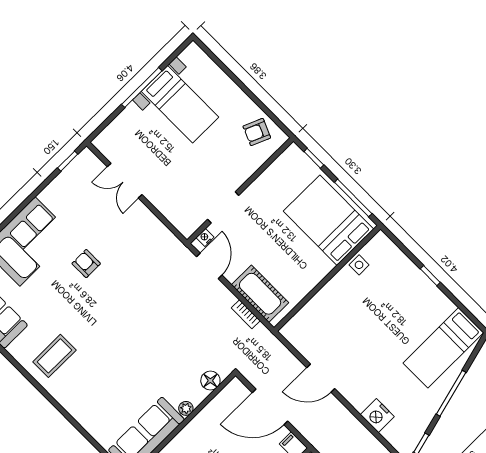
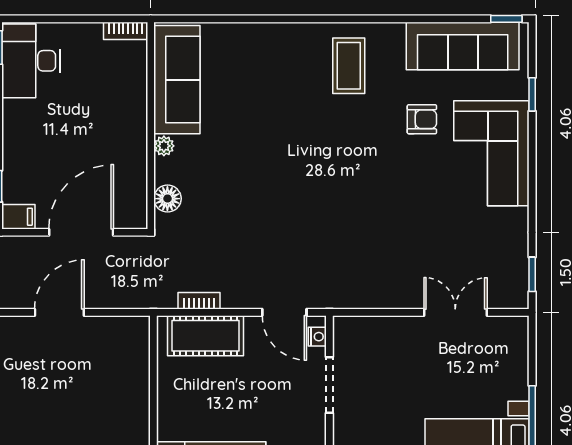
armchair: (86, 264) -> (422, 119), moved

